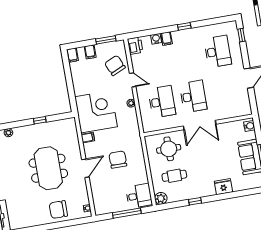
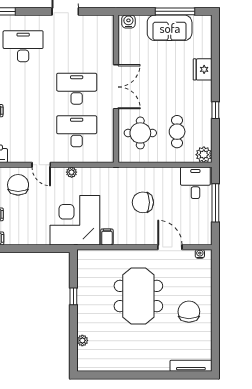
chair: (115, 65) -> (18, 185), turned 114
door: (133, 80) -> (41, 165), swing flipped
meeting table: (48, 168) -> (138, 296), turned 90
door: (85, 168) -> (170, 247), moved
chair: (58, 210) -> (189, 312), moved, turned 180

